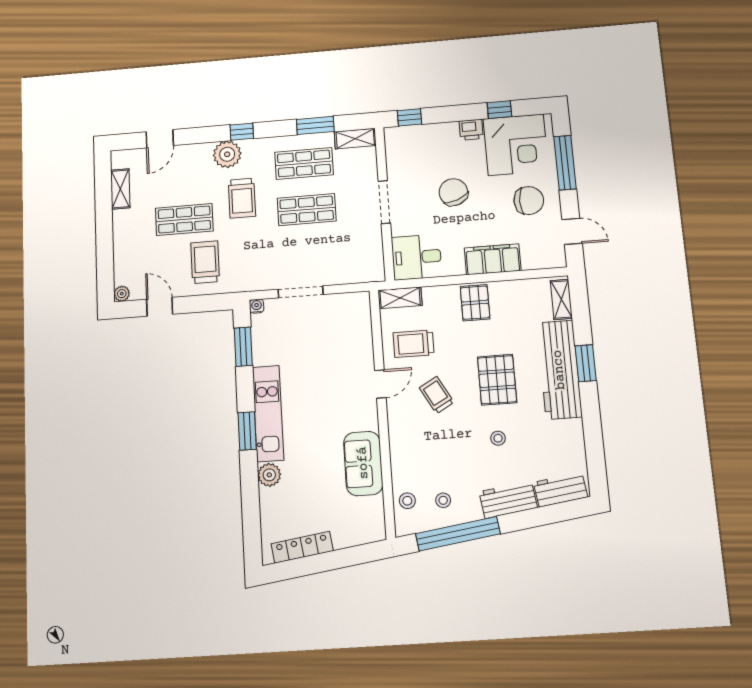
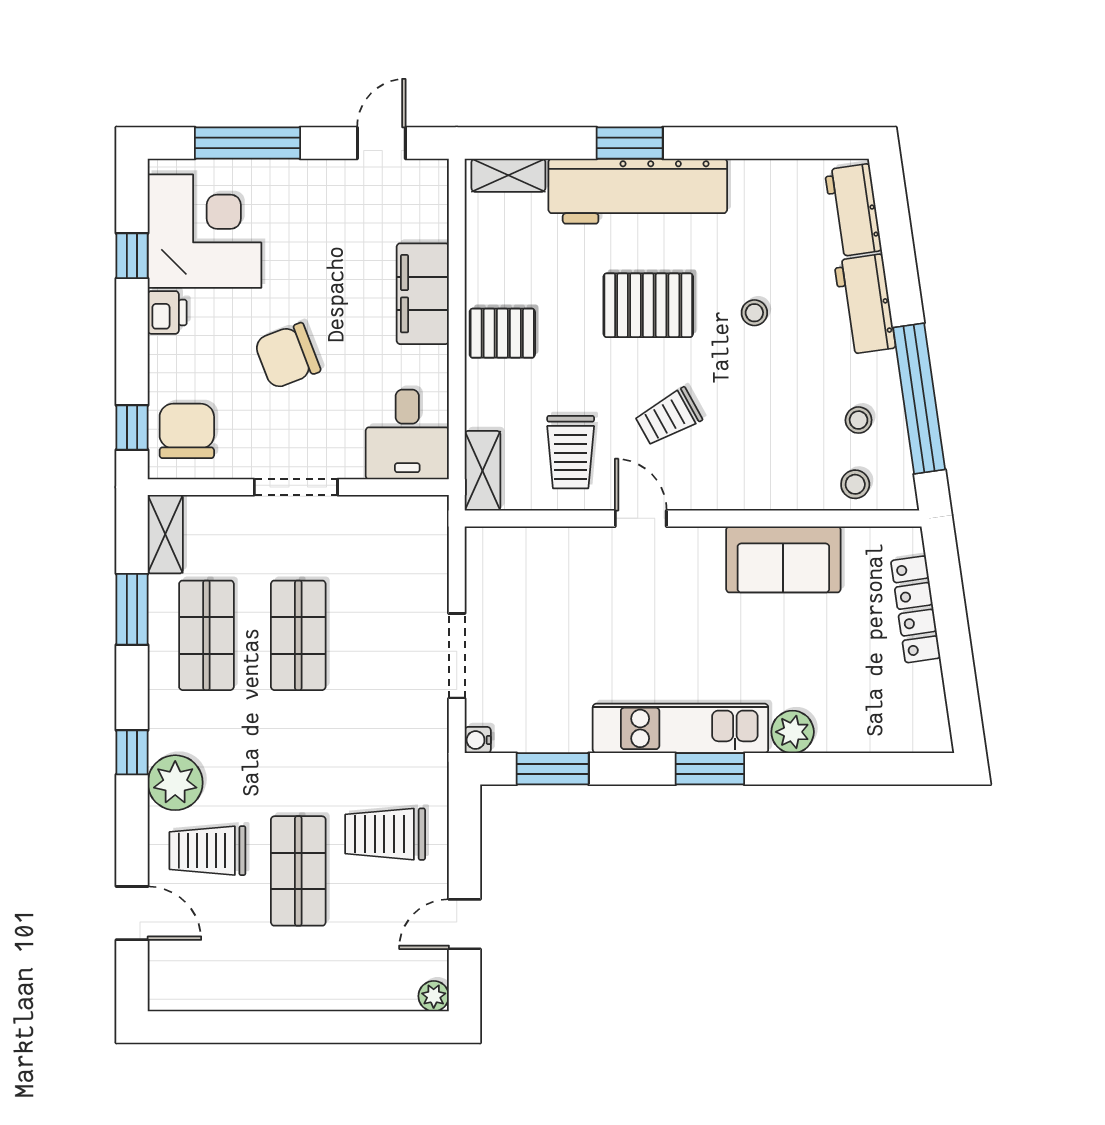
shelving: (120, 189) -> (227, 994), removed
trolley: (242, 198) -> (207, 851), moved, turned 180
chair: (529, 200) -> (187, 431), moved
locker: (302, 547) -> (916, 609), moved

